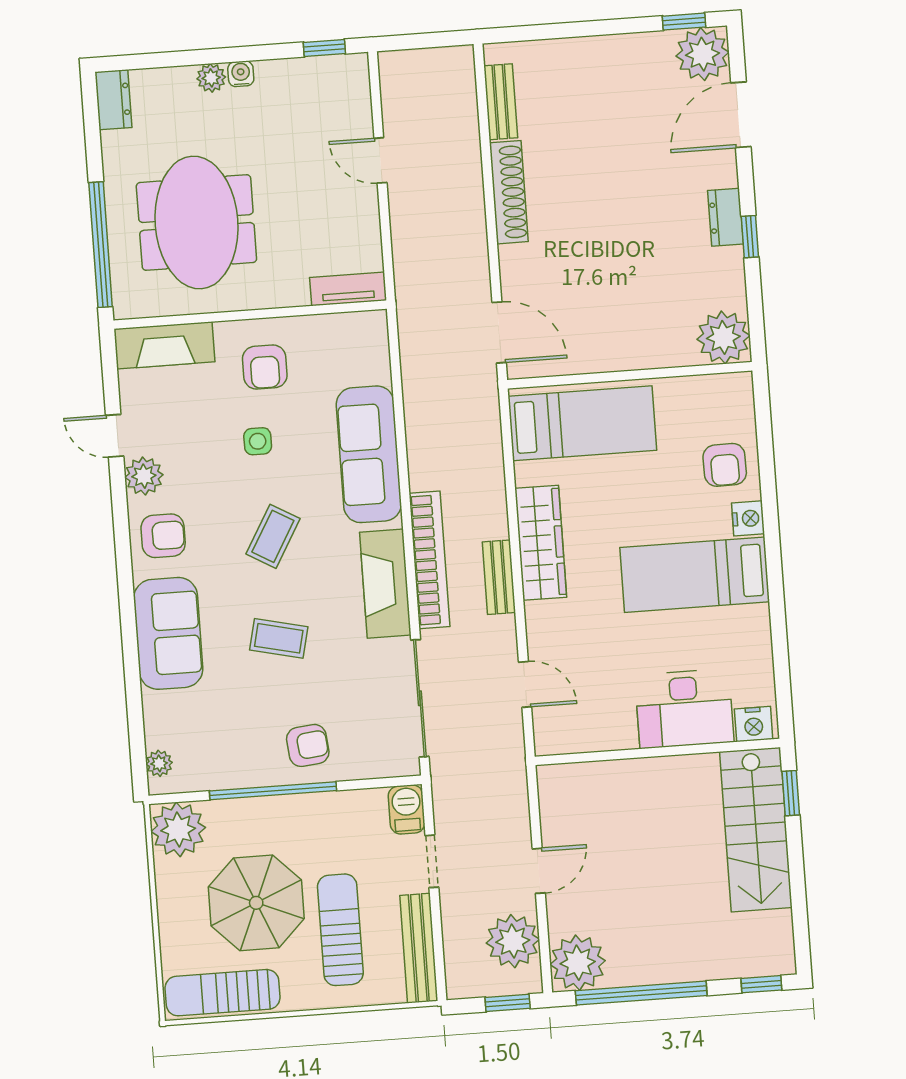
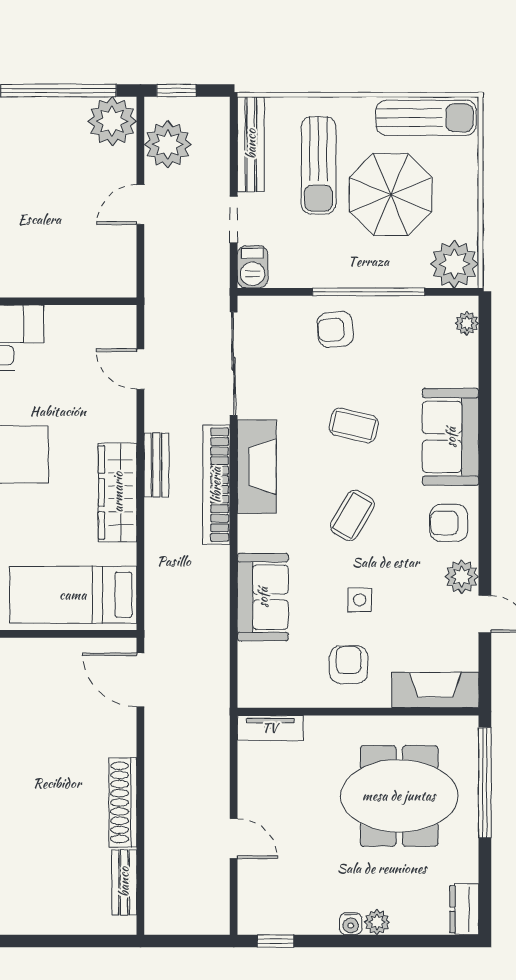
meeting table: (196, 223) -> (399, 796), turned 90
sofa: (369, 454) -> (263, 597), width x0.73

